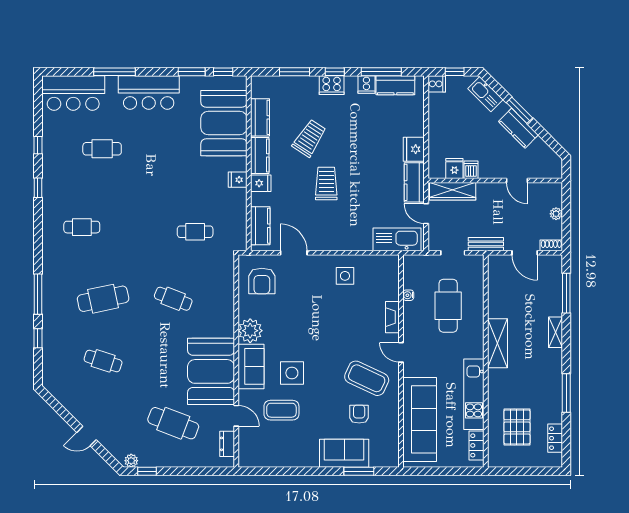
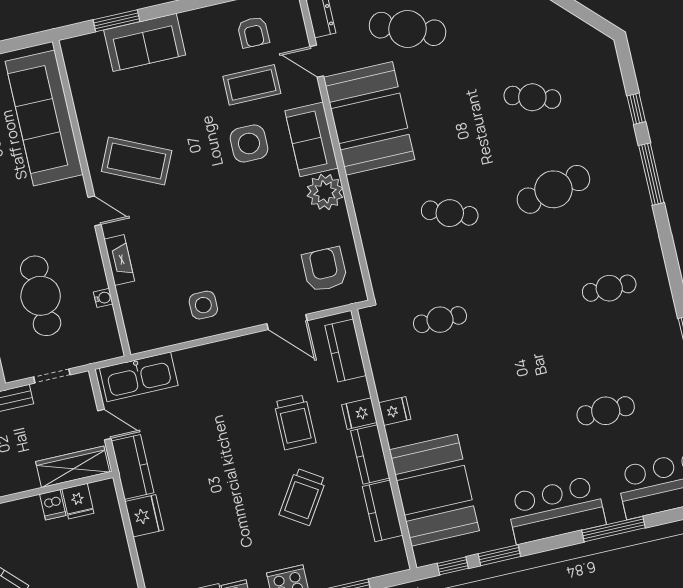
trolley: (326, 183) -> (295, 422), moved
armchair: (359, 414) -> (253, 32), moved

